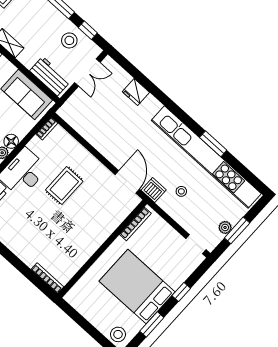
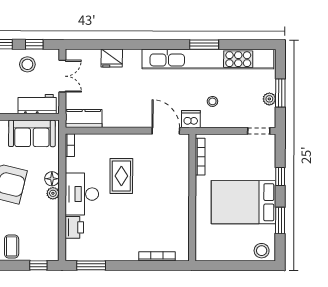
kitchen counter: (75, 118) -> (84, 118), added
bookcase: (47, 278) -> (157, 256), moved

